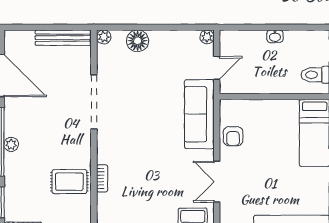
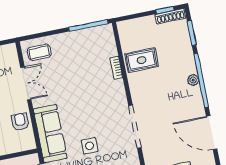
side table: (154, 89) -> (90, 146), added

